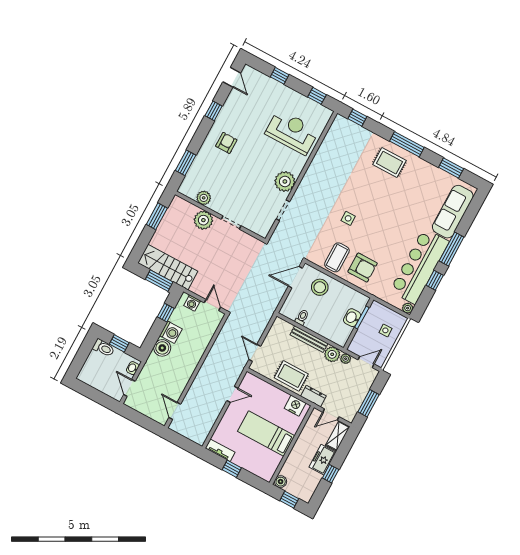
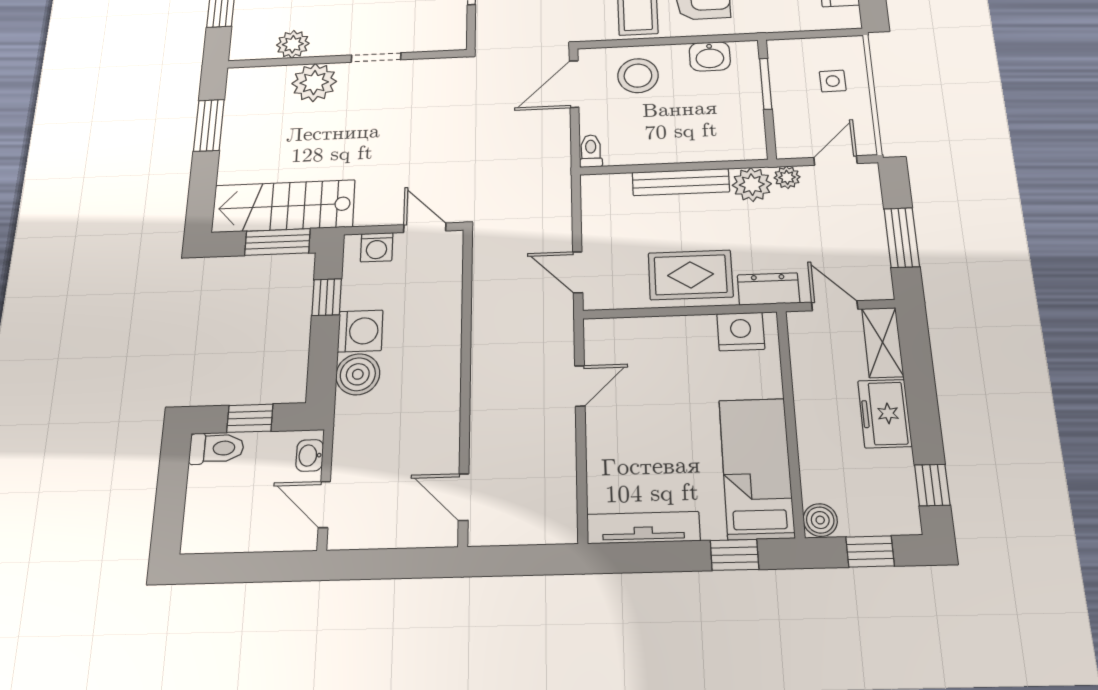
plant: (408, 308) -> (848, 19), removed
toilet: (302, 317) -> (591, 151), moved
washbasin: (352, 318) -> (710, 56), moved, turned -90
door: (331, 414) -> (835, 306), swing flipped
bed: (266, 434) -> (756, 468), moved, turned 90
tv unit: (220, 450) -> (643, 528), width x1.41
window: (232, 469) -> (734, 555), moved
window: (331, 474) -> (932, 485), moved

